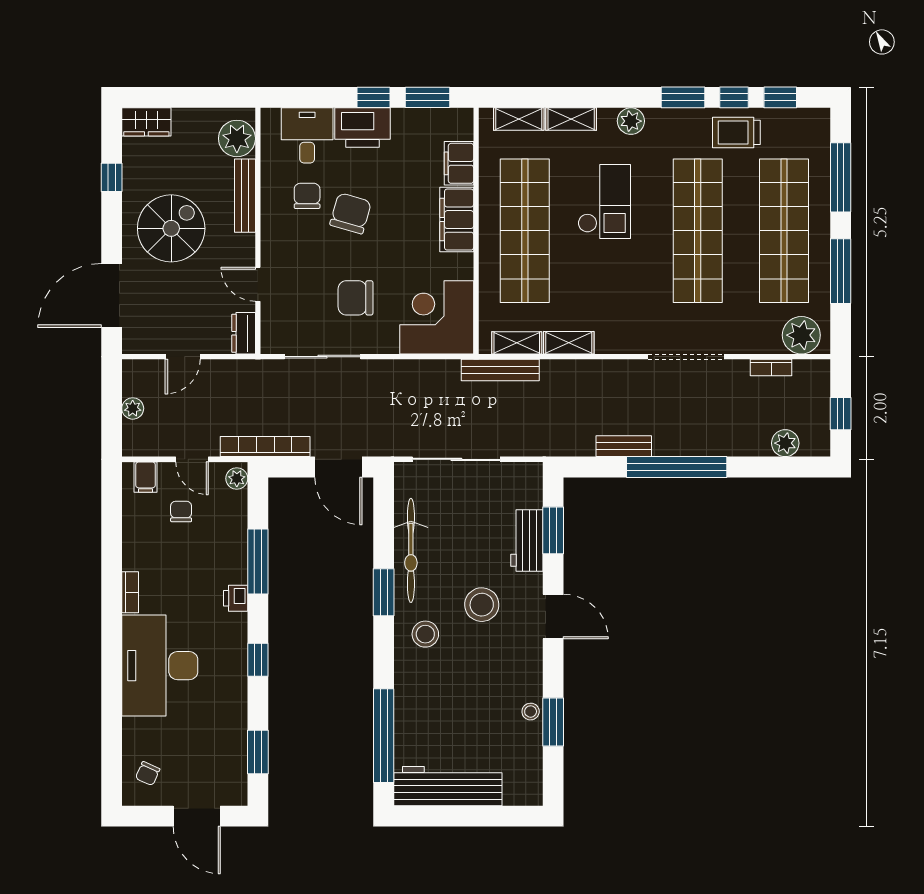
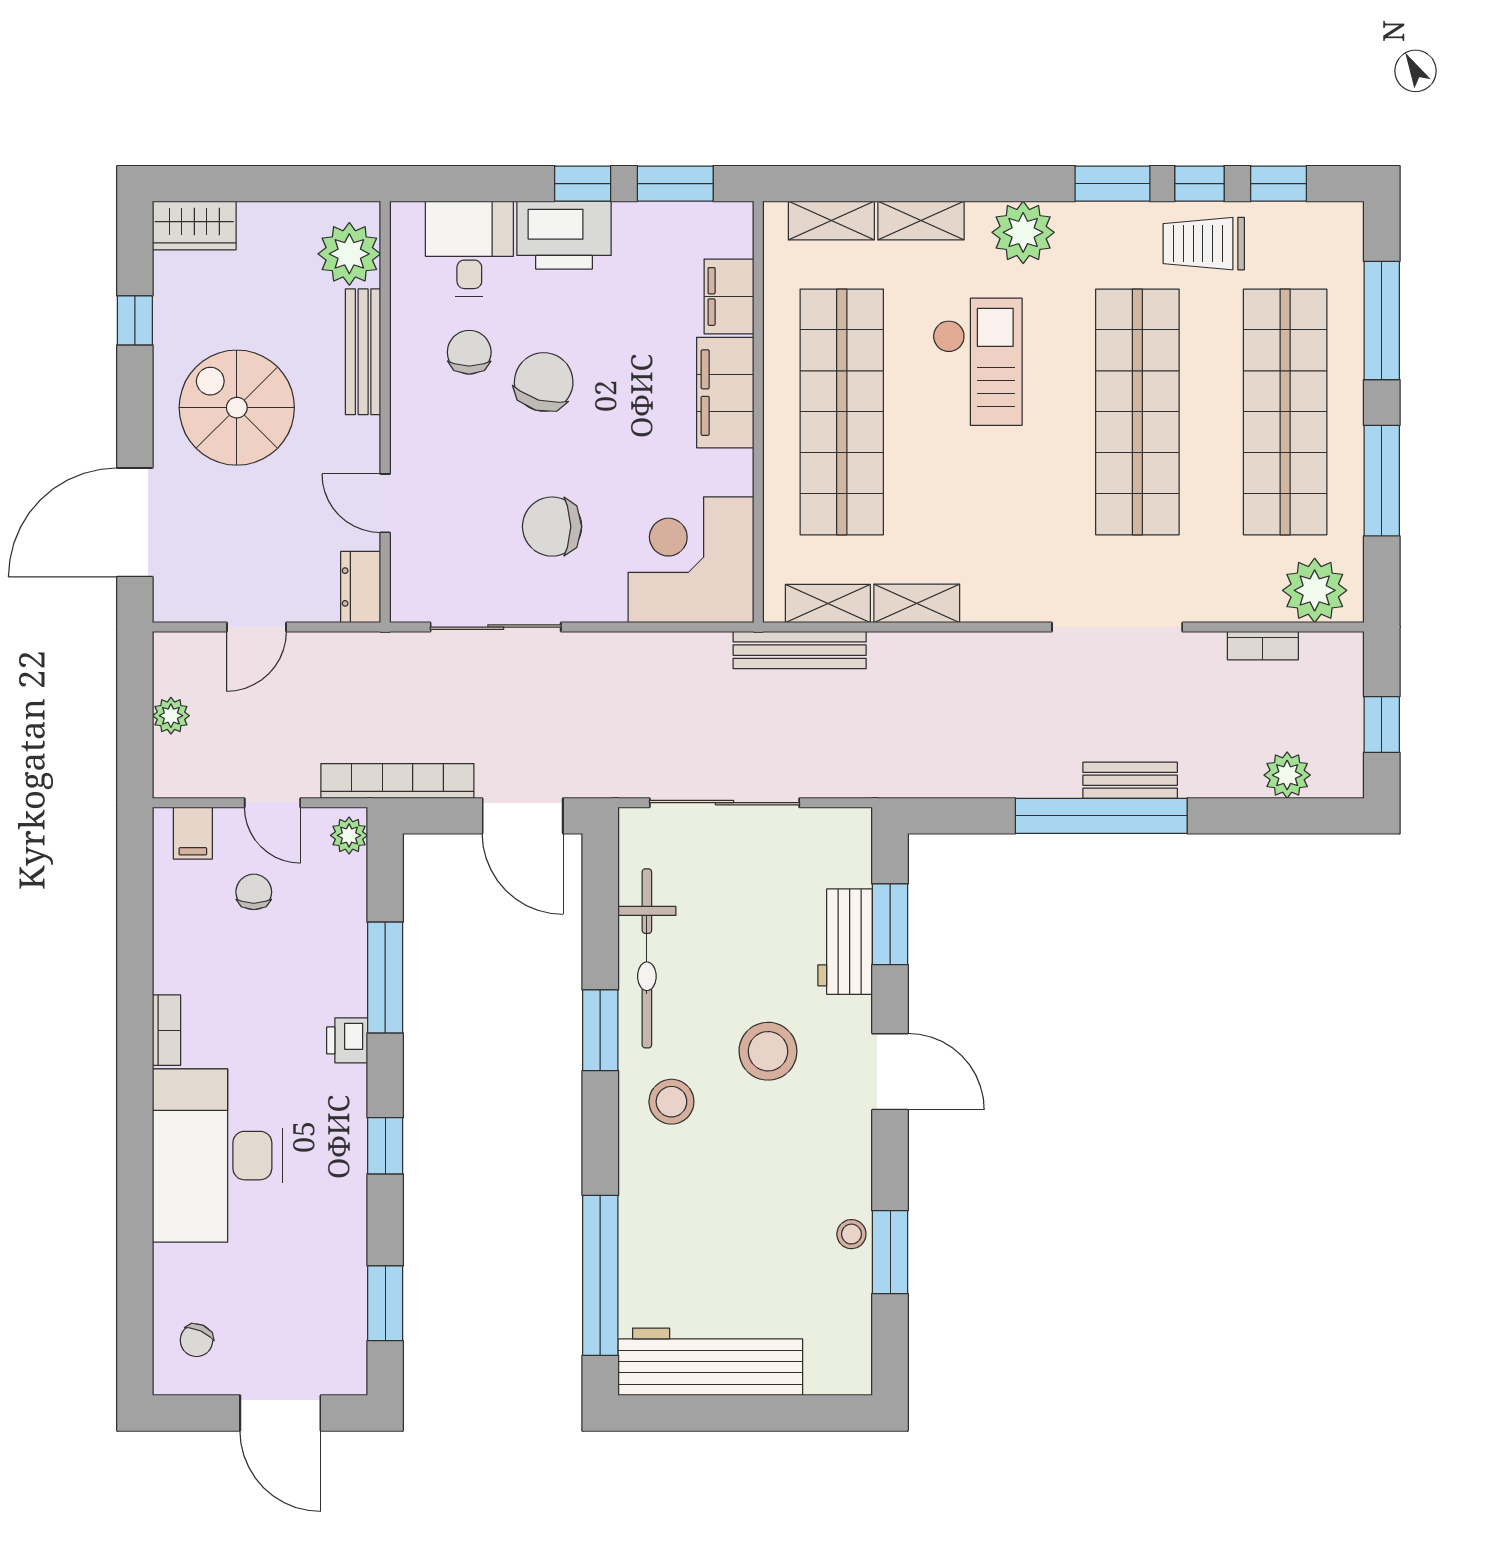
plant: (631, 121) -> (1023, 232), width x1.36, depth x1.36
spiral stairs: (171, 228) -> (237, 408), turned -90
bench: (624, 446) -> (1130, 780), moved

